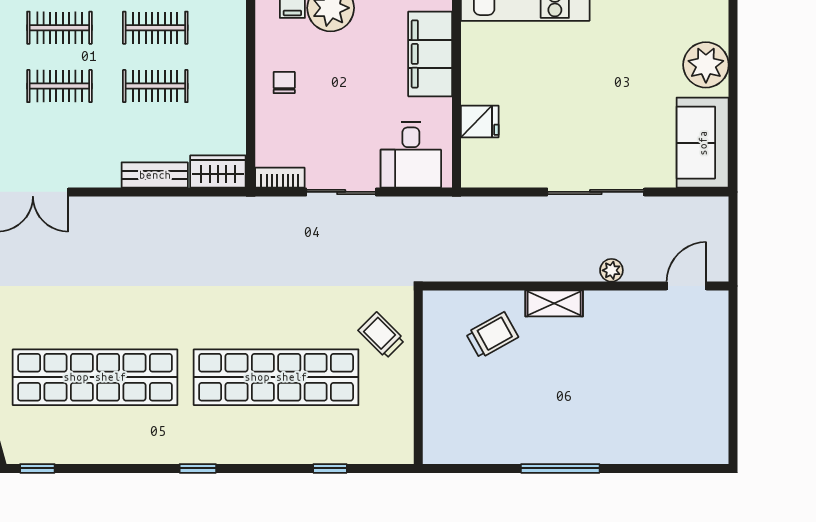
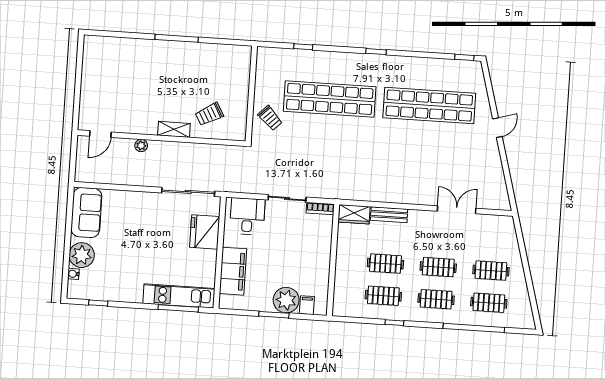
water cooler: (719, 30) -> (73, 274), added
chair: (284, 83) -> (314, 261), removed
fridge: (480, 122) -> (205, 232), width x1.88, depth x1.34
sliding door: (596, 192) -> (188, 192), moved

